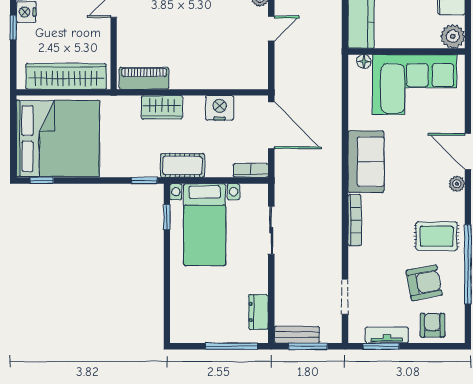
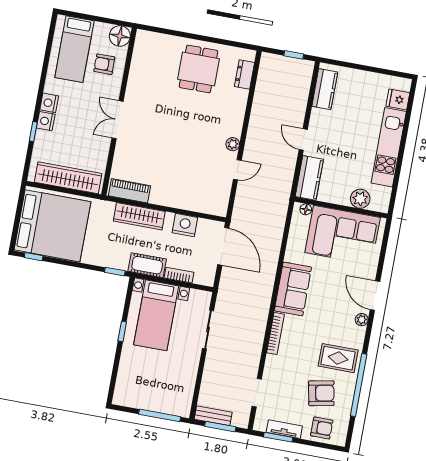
plant: (453, 36) -> (360, 199), moved
wardrobe: (162, 107) -> (139, 216), width x1.50
bookcase: (251, 170) -> (179, 275), moved
window: (167, 217) -> (122, 331), moved
dresser: (258, 312) -> (186, 392), removed
armchair: (432, 325) -> (322, 428), turned 90

